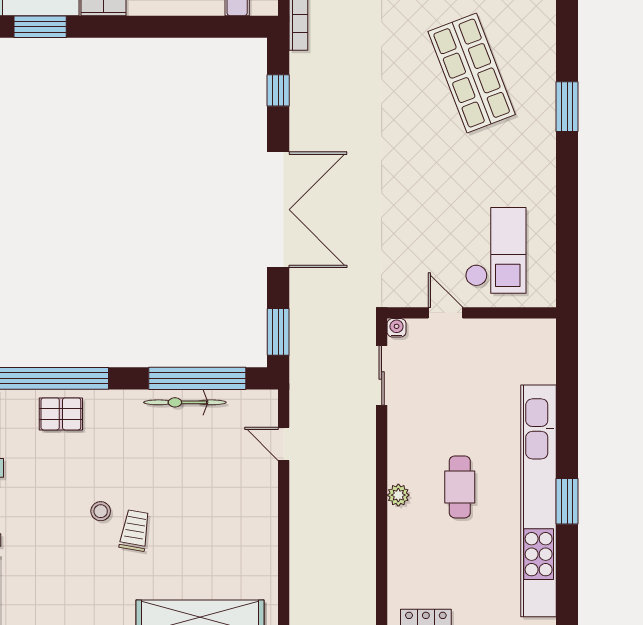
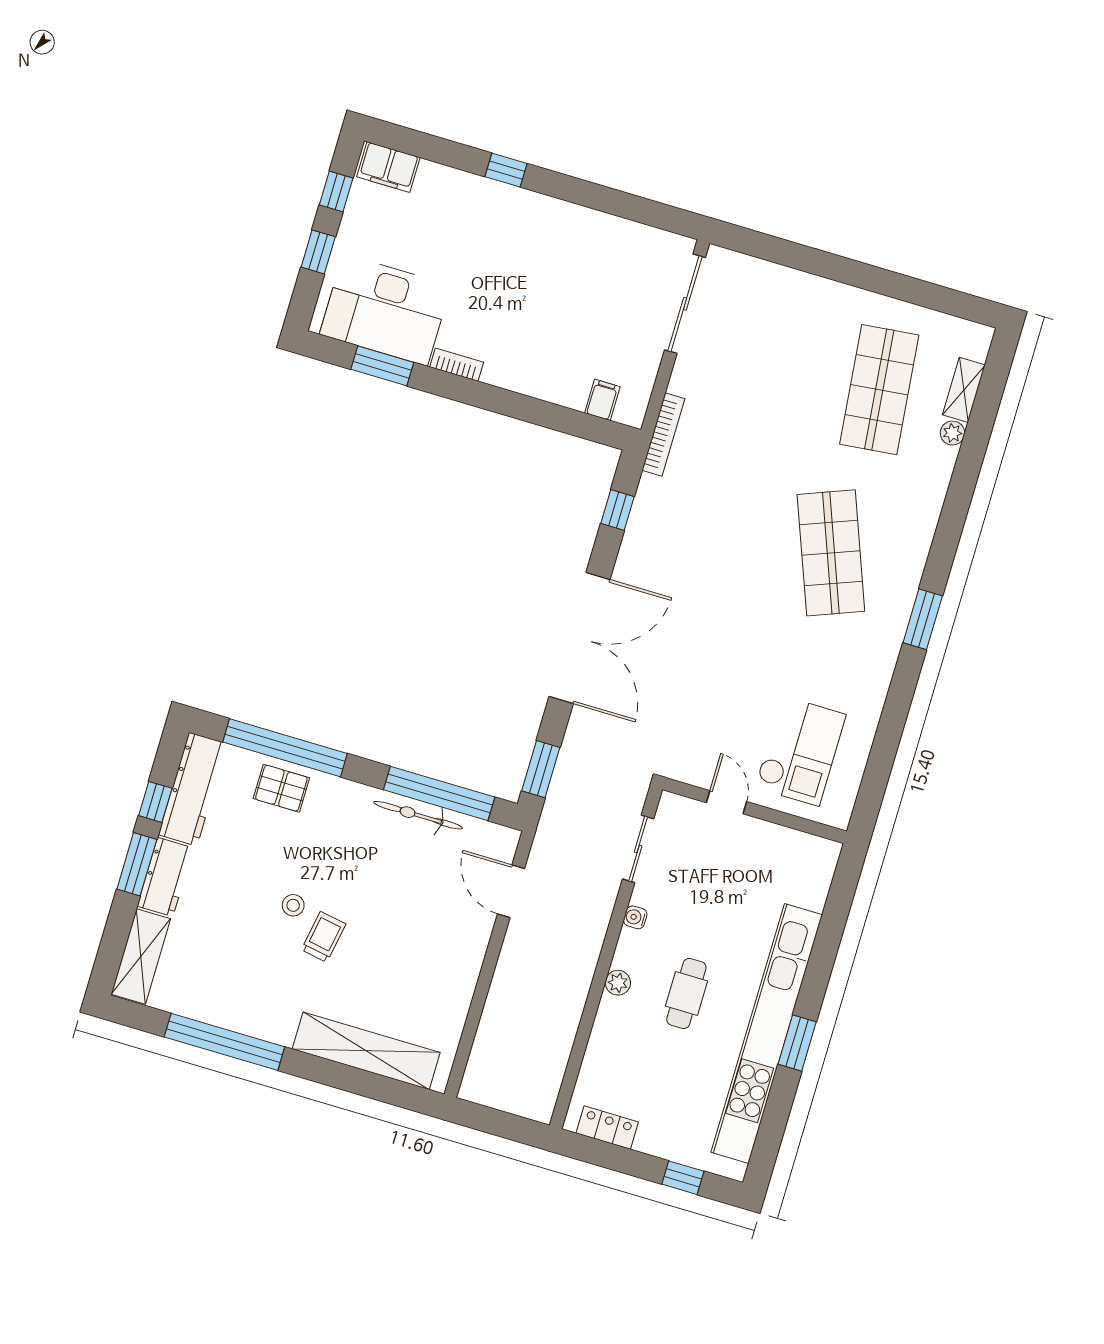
water cooler: (397, 328) -> (635, 917), moved, turned -90
door: (284, 444) -> (511, 891), width x1.37

